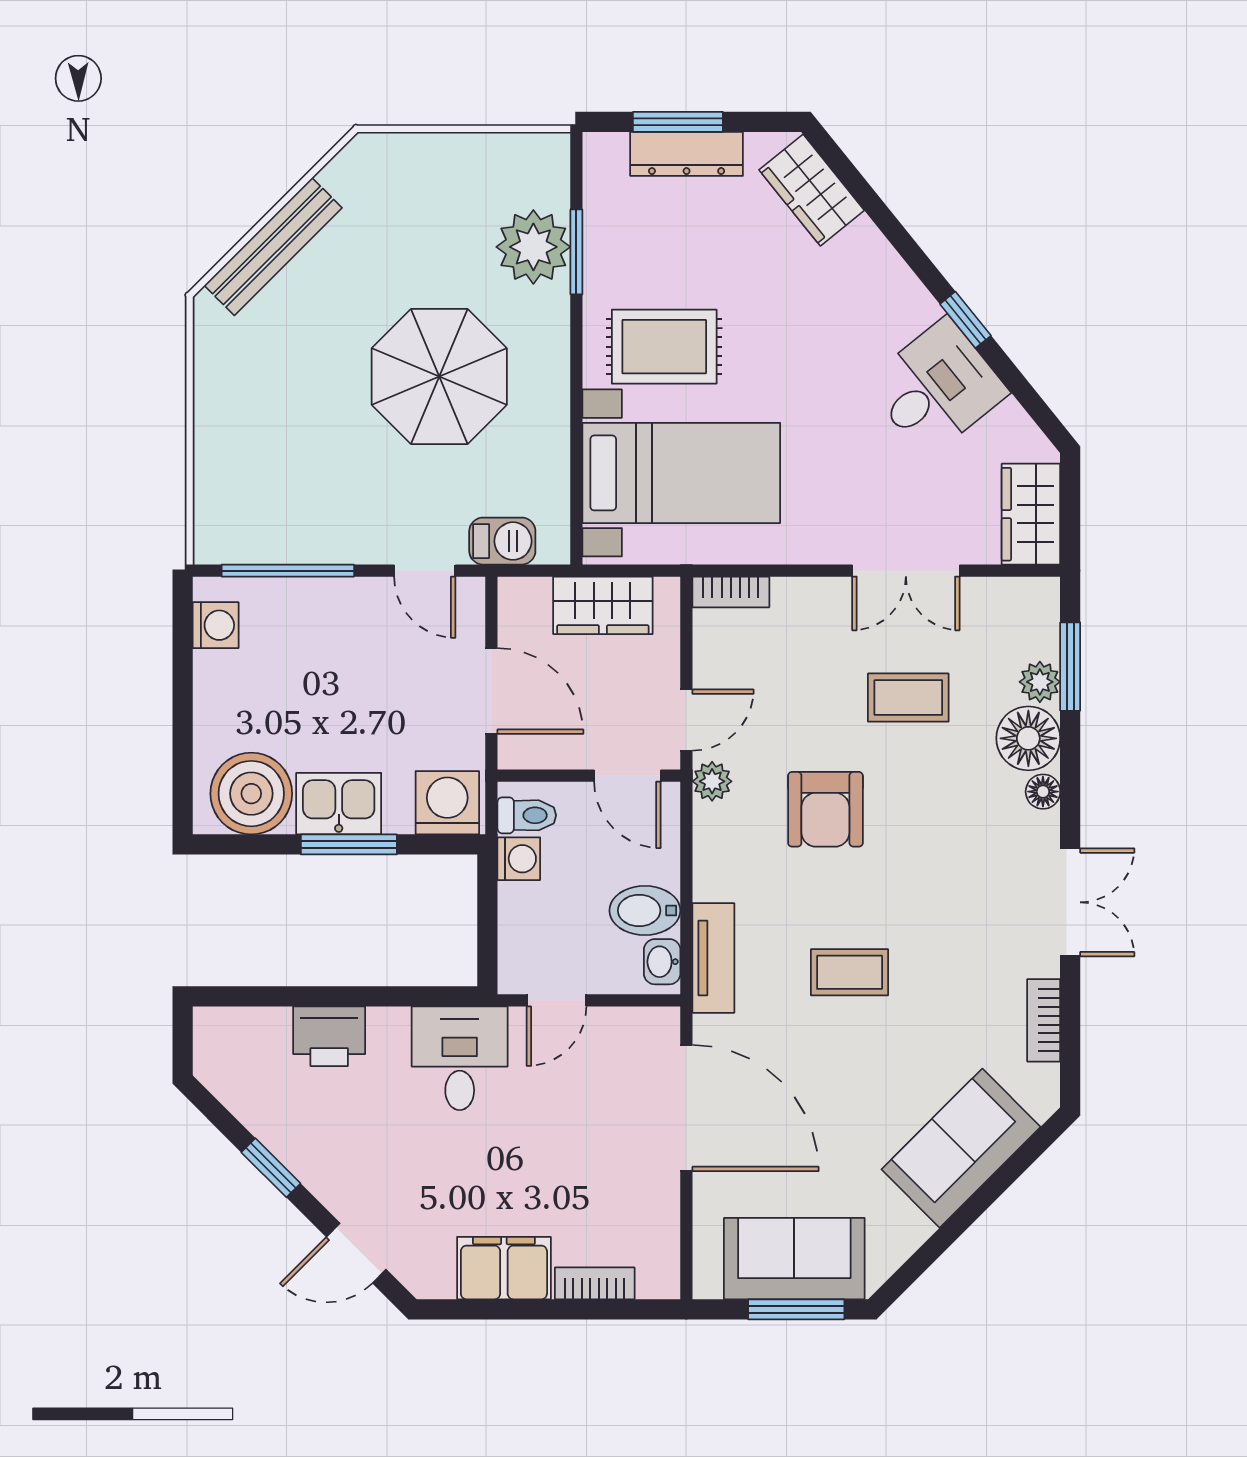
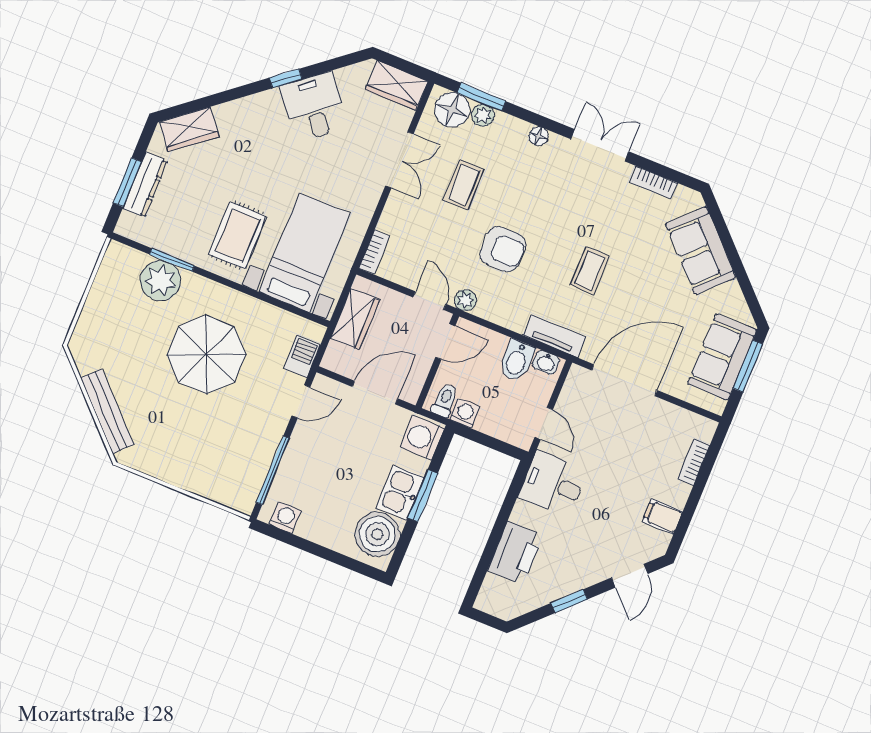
floor lamp: (1028, 738) -> (452, 110), moved
printer: (329, 1036) -> (515, 553), width x1.37, depth x1.19
filing cabinet: (504, 1268) -> (663, 516), width x0.50

